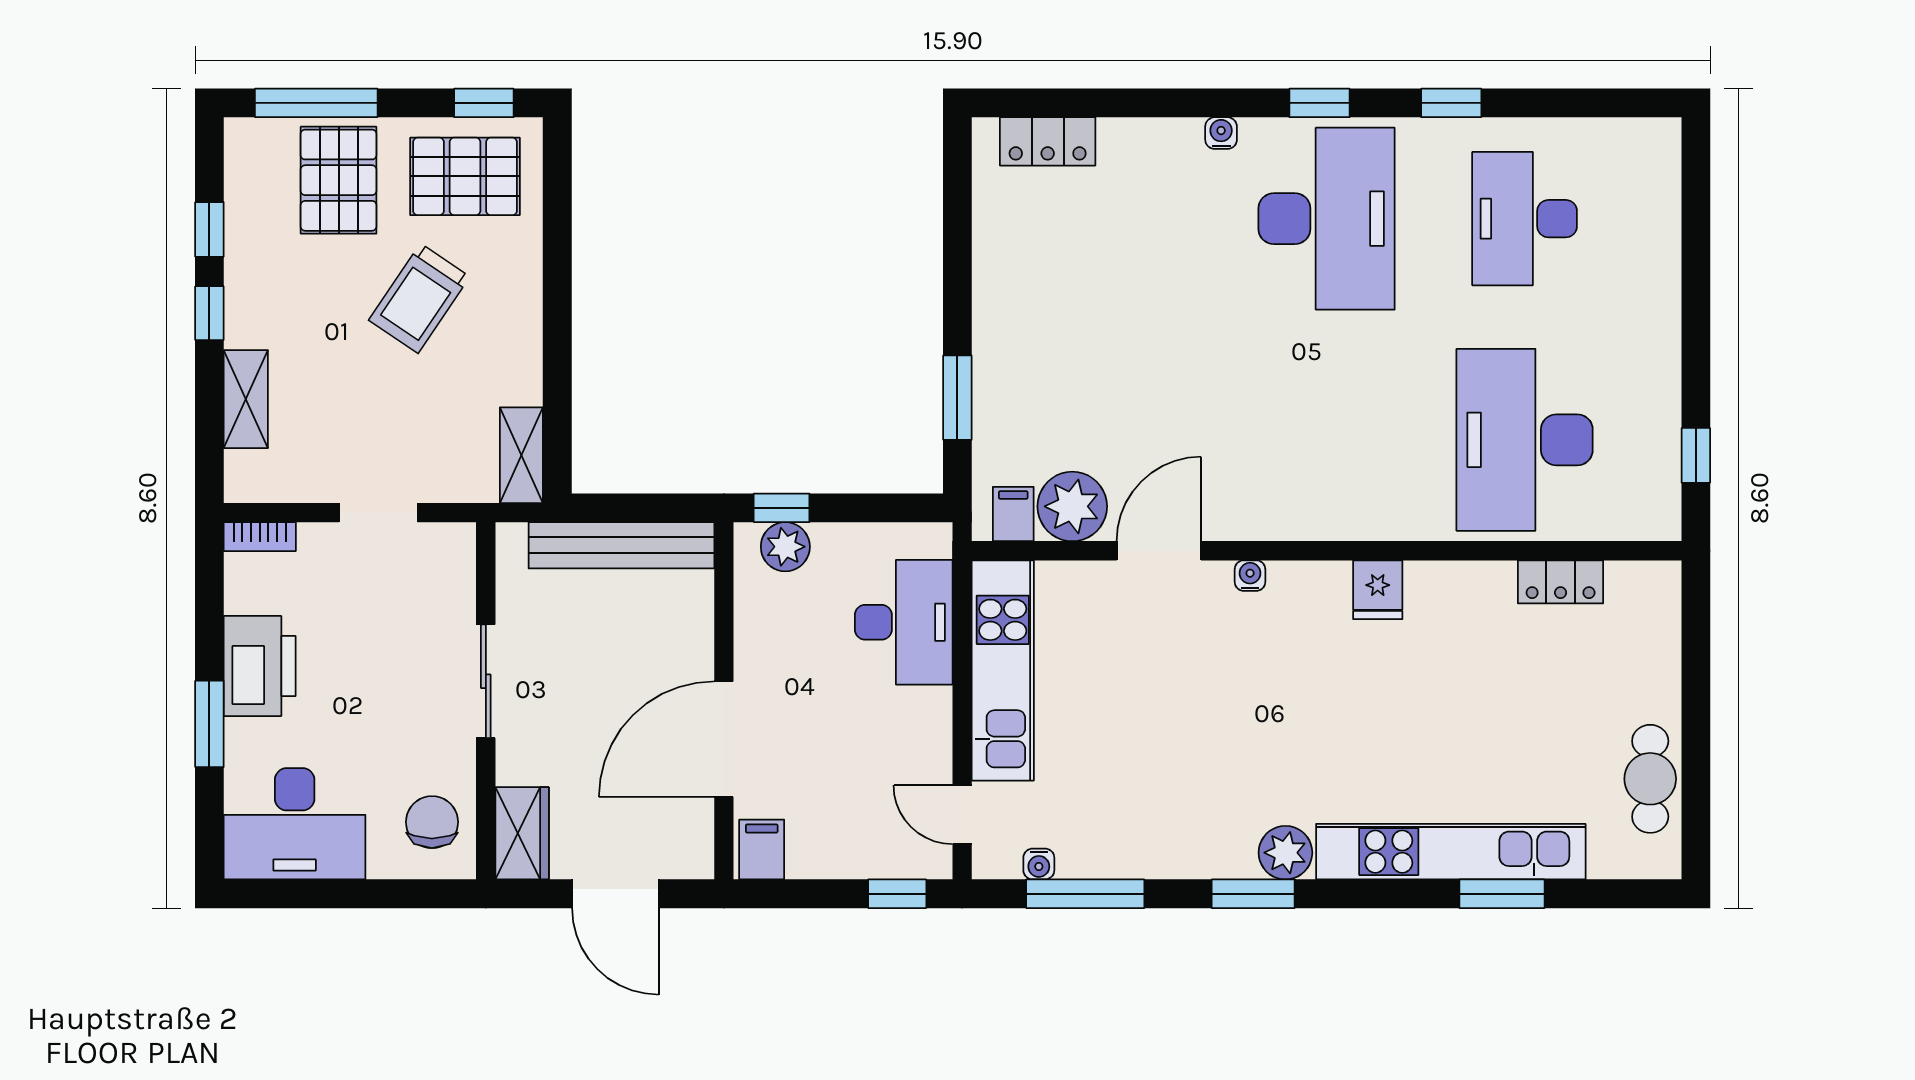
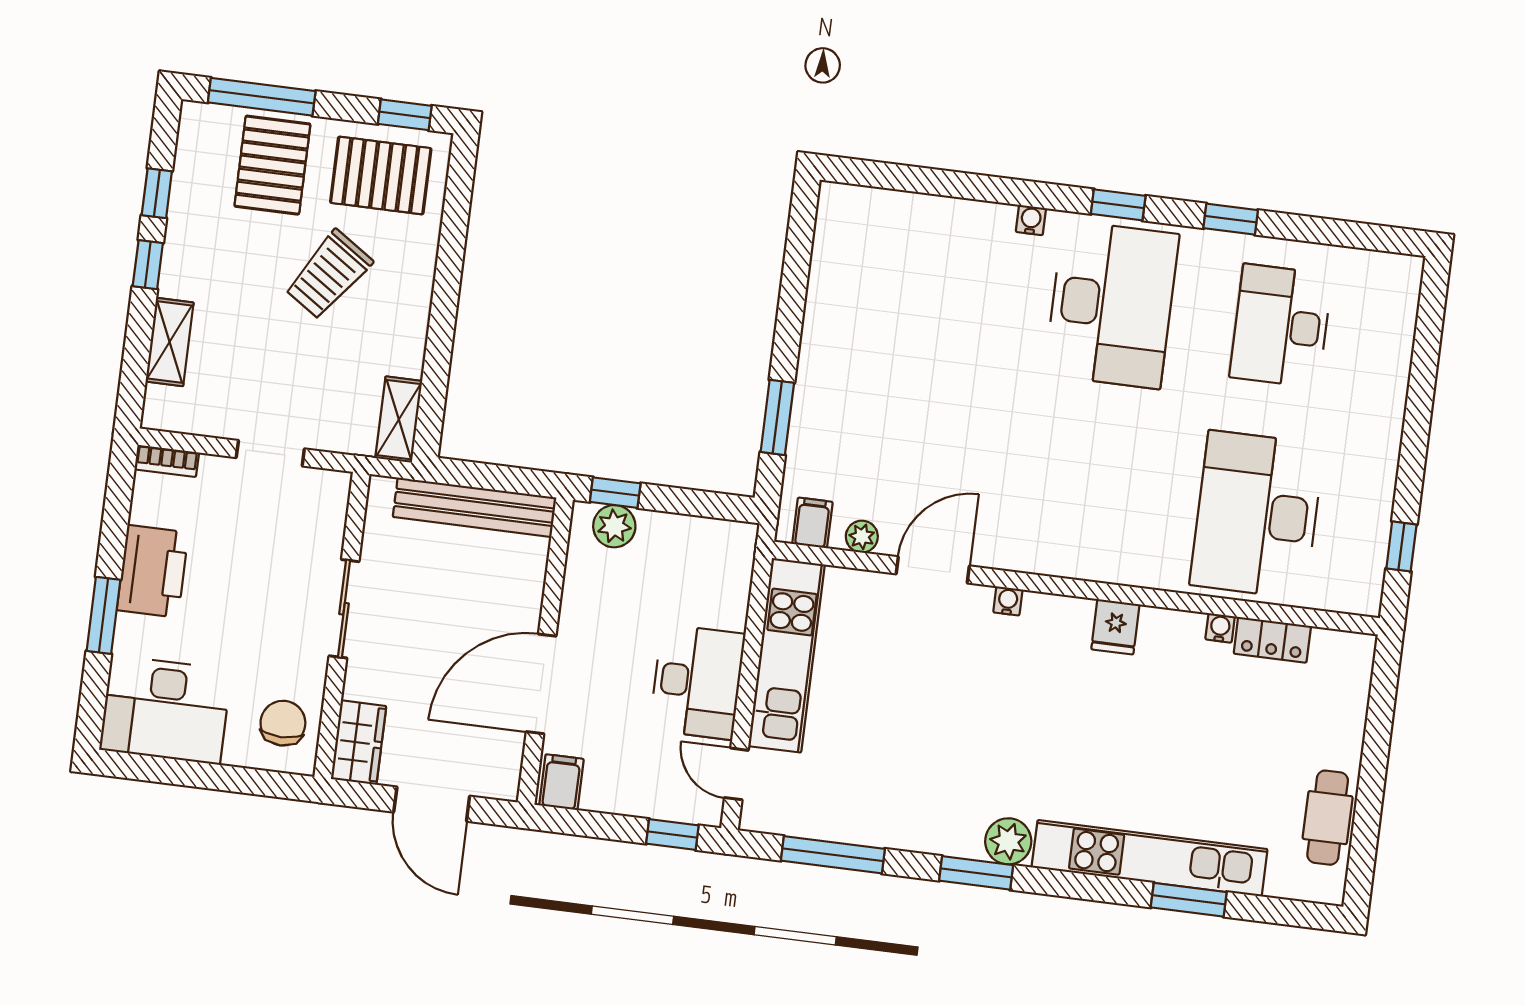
locker: (1048, 141) -> (882, 208), removed
plant: (1072, 506) -> (862, 537), width x0.53, depth x0.53
desk: (904, 622) -> (697, 682), moved
water cooler: (1039, 864) -> (1220, 628), moved, turned 180

